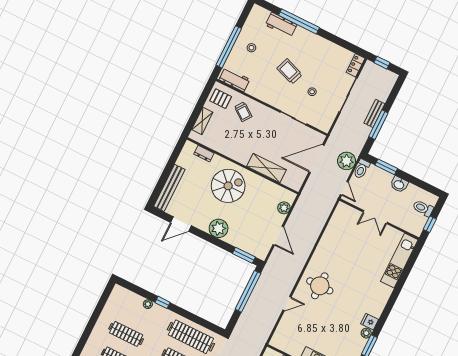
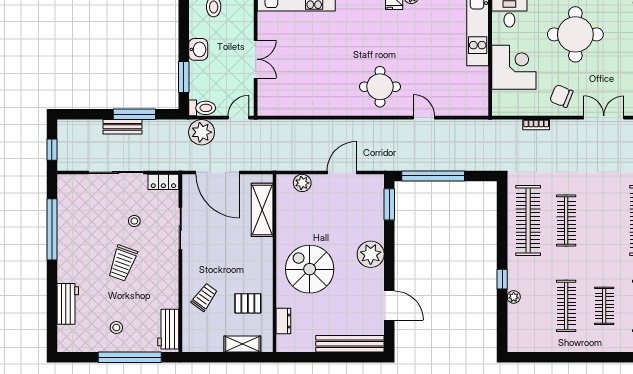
window: (299, 21) -> (52, 229), moved
locker: (356, 65) -> (163, 182), moved
pallet: (221, 99) -> (248, 303), moved, turned 90
shelving: (267, 168) -> (262, 210), moved

